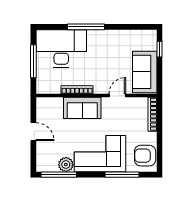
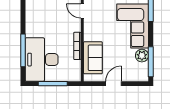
window: (86, 27) -> (23, 50), moved
sofa: (82, 108) -> (93, 58), moved

